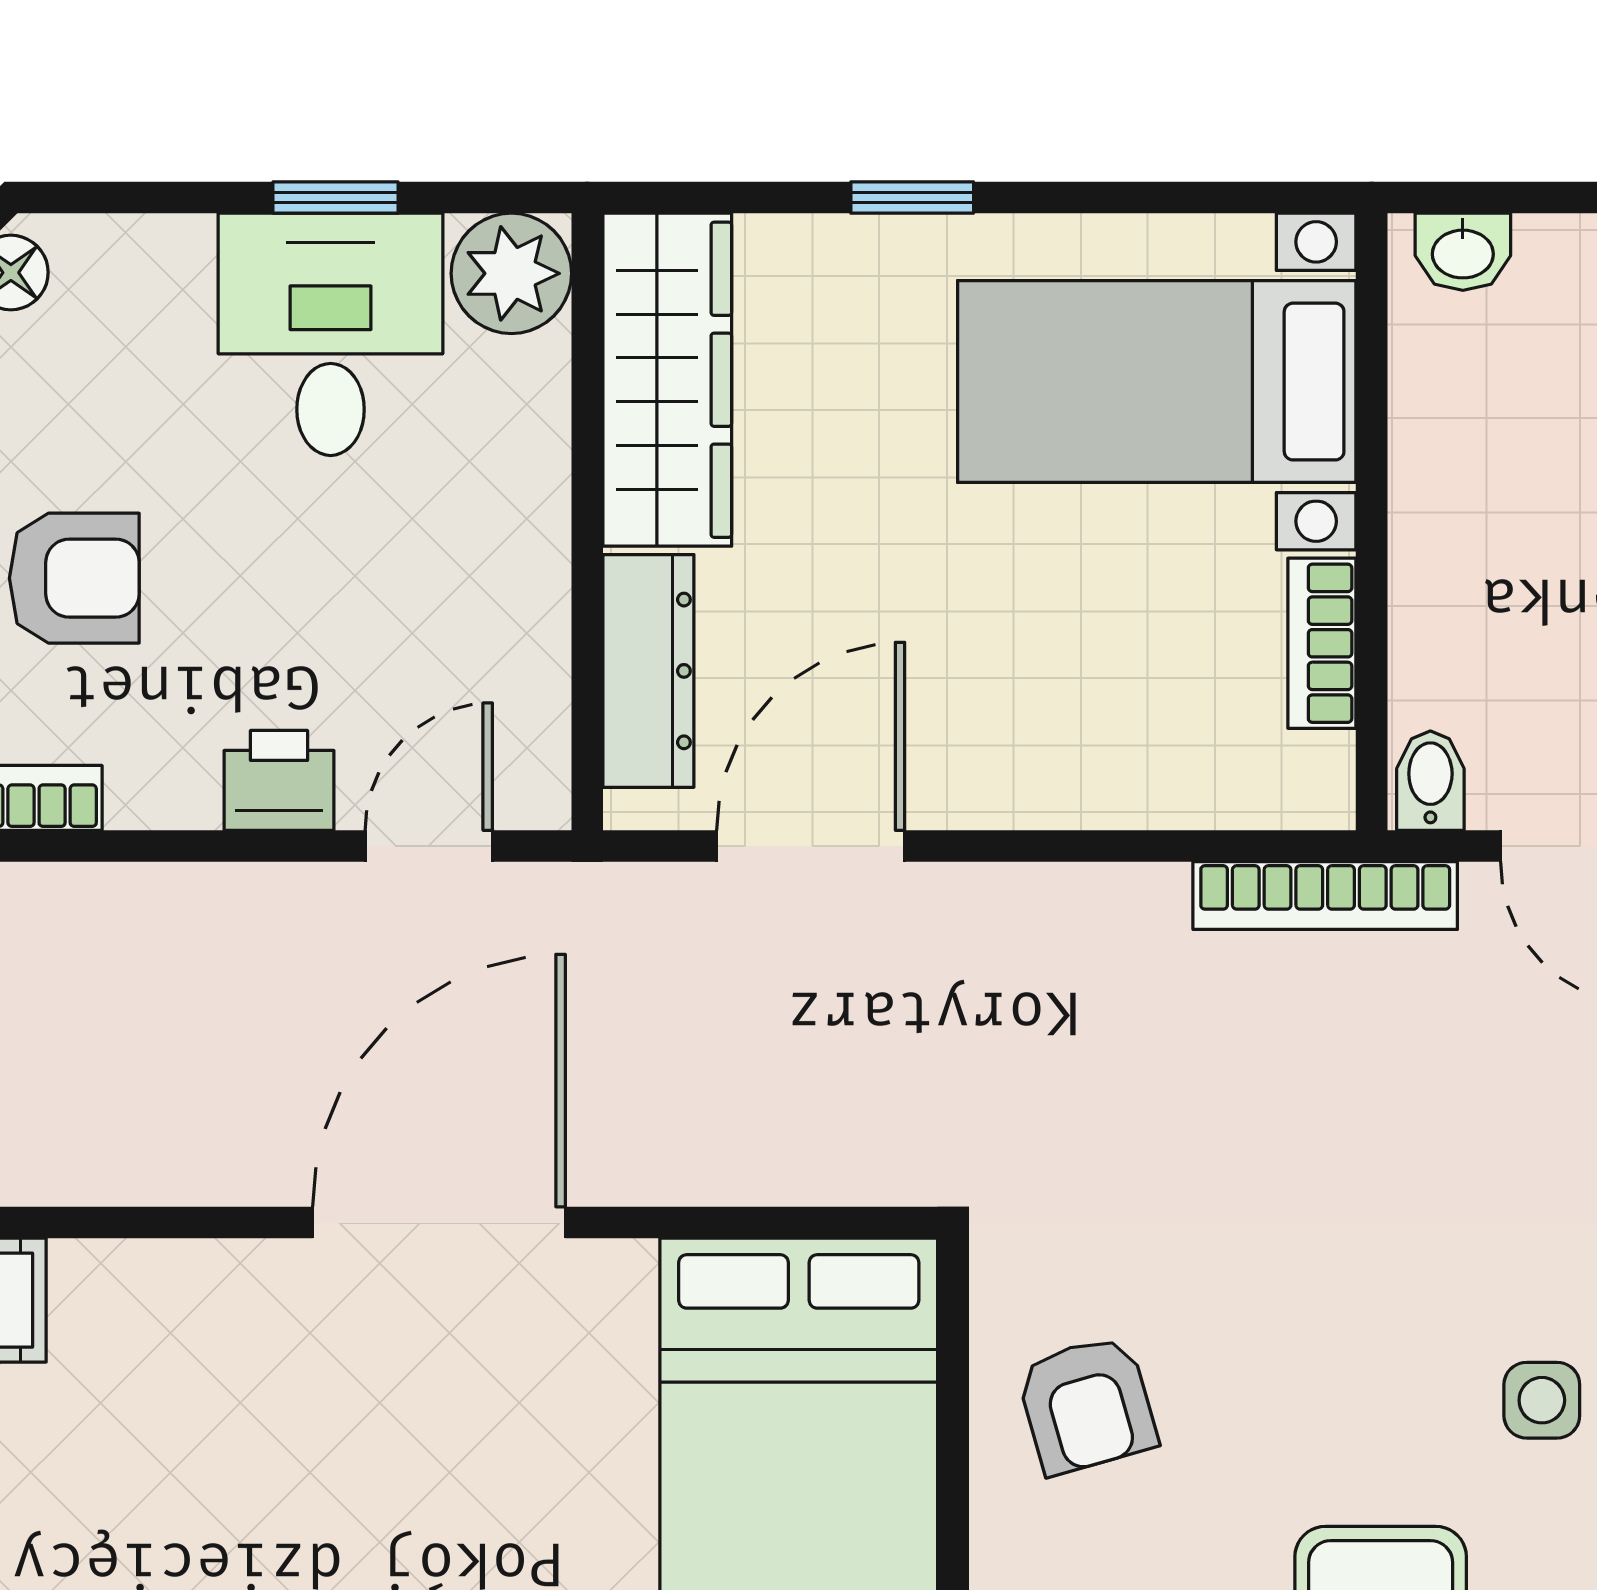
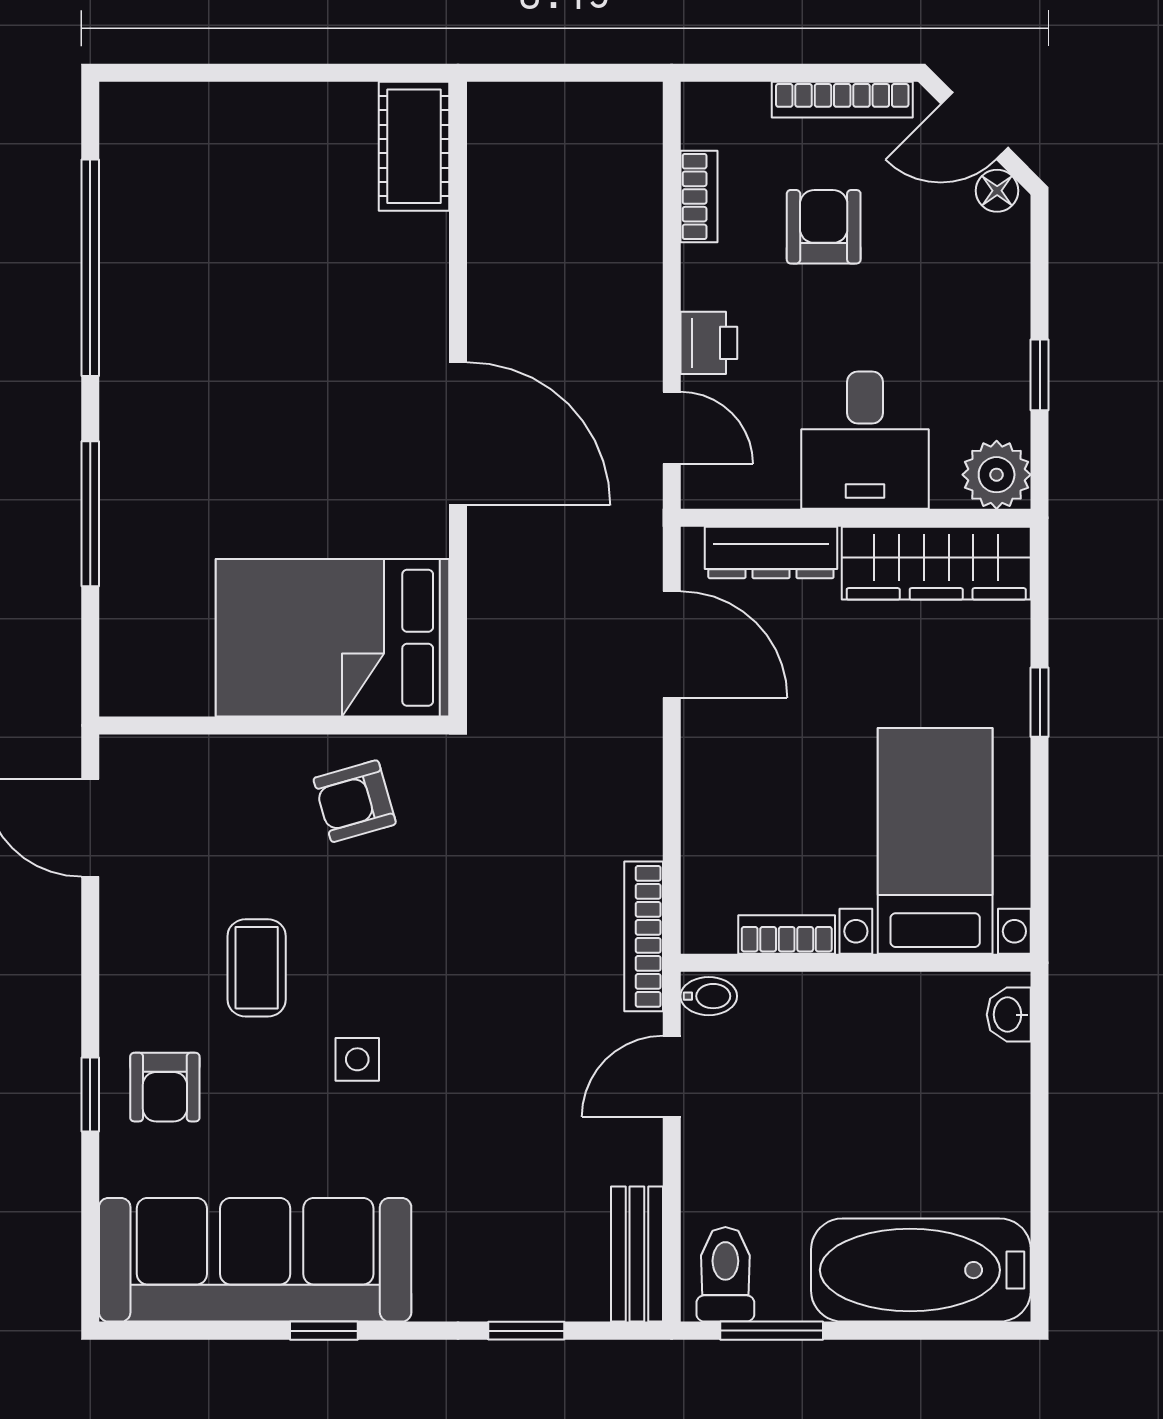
desk: (331, 334) -> (865, 440), moved, turned 90
armchair: (74, 578) -> (824, 227), turned 180

